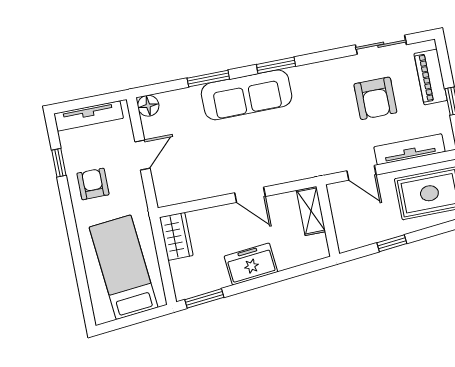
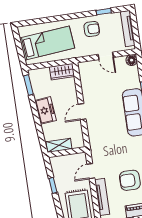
shelving: (311, 211) -> (59, 145), moved

